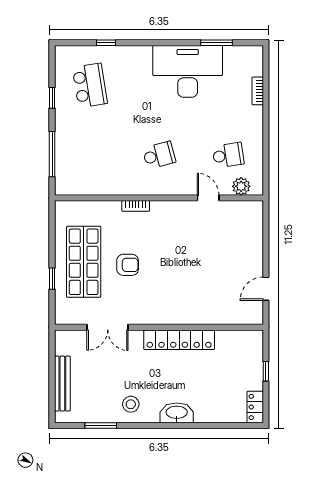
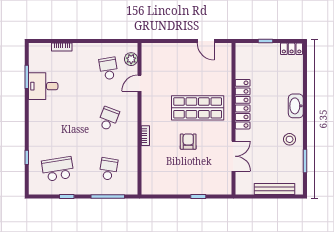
desk: (188, 71) -> (43, 86), width x0.53, depth x0.77
school desk: (90, 155) -> (108, 169), added
school desk: (159, 155) -> (108, 119), turned 36
shop shelf: (84, 262) -> (198, 108), moved

